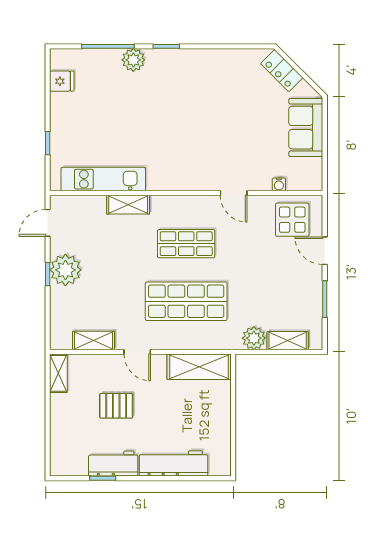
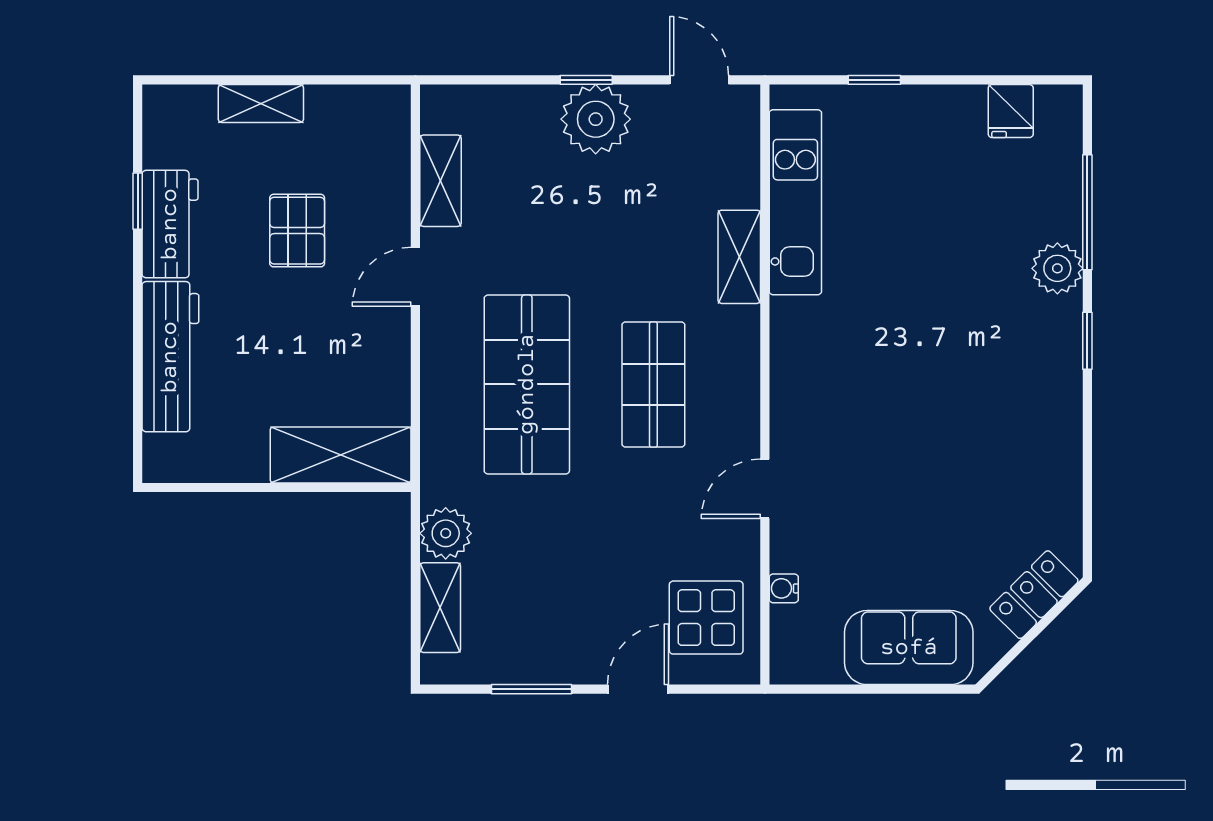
shelving: (199, 367) -> (341, 455), moved, turned 90
shelving: (58, 373) -> (261, 104), moved

